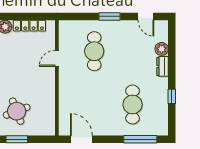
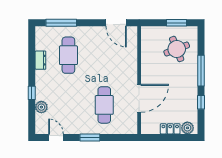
locker: (29, 26) -> (170, 129), width x0.66
door: (57, 58) -> (139, 98), width x1.88
dresser: (162, 66) -> (40, 60), moved
window: (172, 96) -> (32, 93), moved

